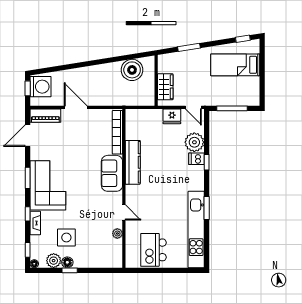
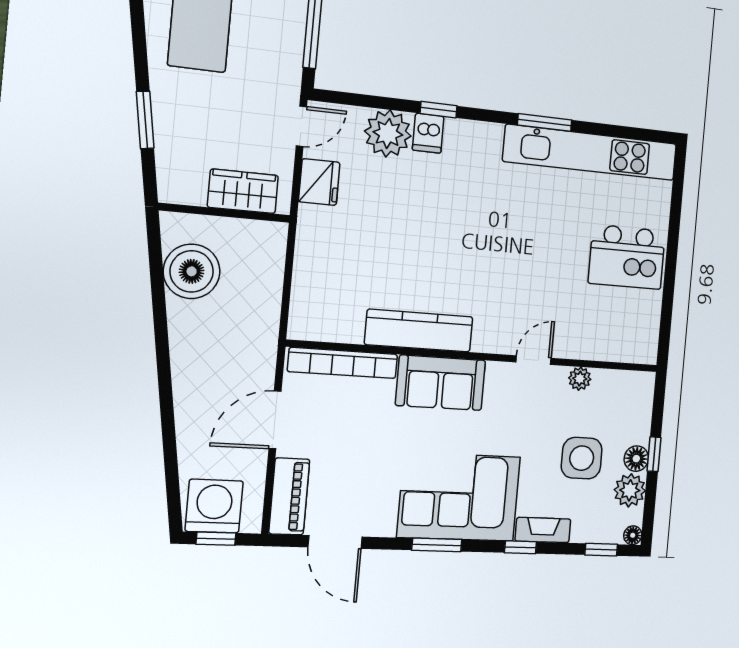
bookcase: (117, 132) -> (343, 363), moved
kitchen counter: (133, 162) -> (419, 331), moved
sofa: (112, 173) -> (441, 383), moved
wall: (124, 188) -> (478, 356), moved
door: (124, 212) -> (534, 360), moved
plant: (117, 233) -> (580, 379), moved

